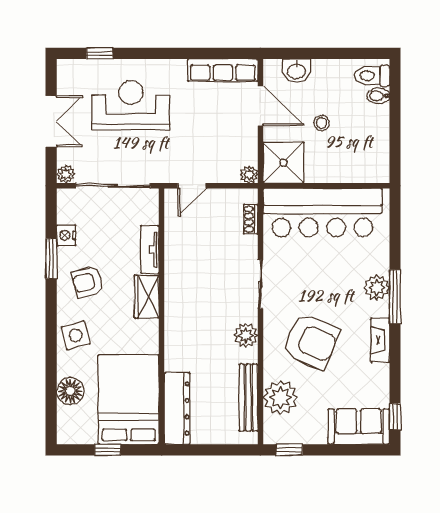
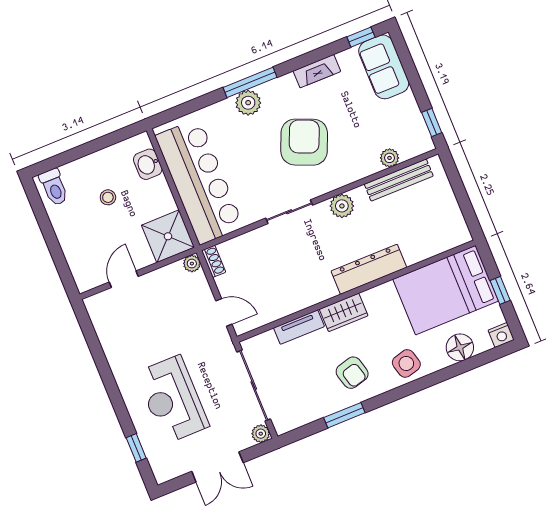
row of seats: (223, 70) -> (105, 327), removed
washbasin: (296, 71) -> (148, 164), moved, turned 180
bidet: (378, 96) -> (70, 174), removed
door: (260, 106) -> (124, 279), width x0.73
double door: (51, 121) -> (217, 467), swing flipped
stool: (322, 123) -> (108, 197), moved
shoe rack: (251, 219) -> (214, 261), moved, turned -90
nightstand: (66, 235) -> (501, 335), moved
fireplace: (380, 340) -> (317, 71), moved
armchair: (311, 341) -> (304, 142), moved
plant: (280, 397) -> (389, 158), width x0.53, depth x0.53
dresser: (177, 409) -> (369, 269), moved

